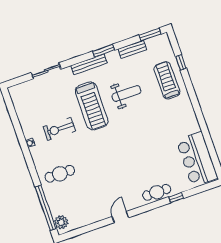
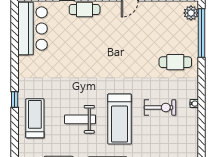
window: (181, 62) -> (15, 99), moved
treadmill: (167, 80) -> (35, 118), turned 180
treadmill: (92, 106) -> (120, 119), turned 180

